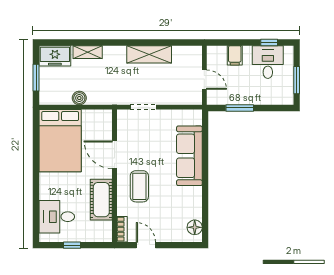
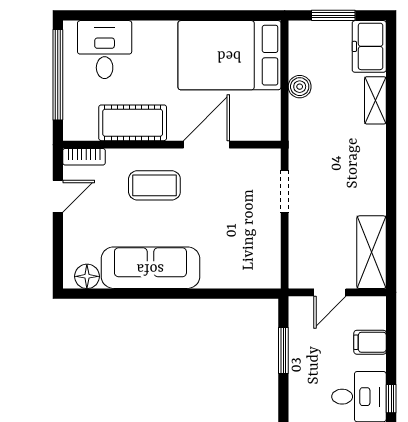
shelving: (149, 54) -> (371, 252), moved
sofa: (189, 156) -> (150, 268), moved
window: (72, 245) -> (58, 75), width x3.17

